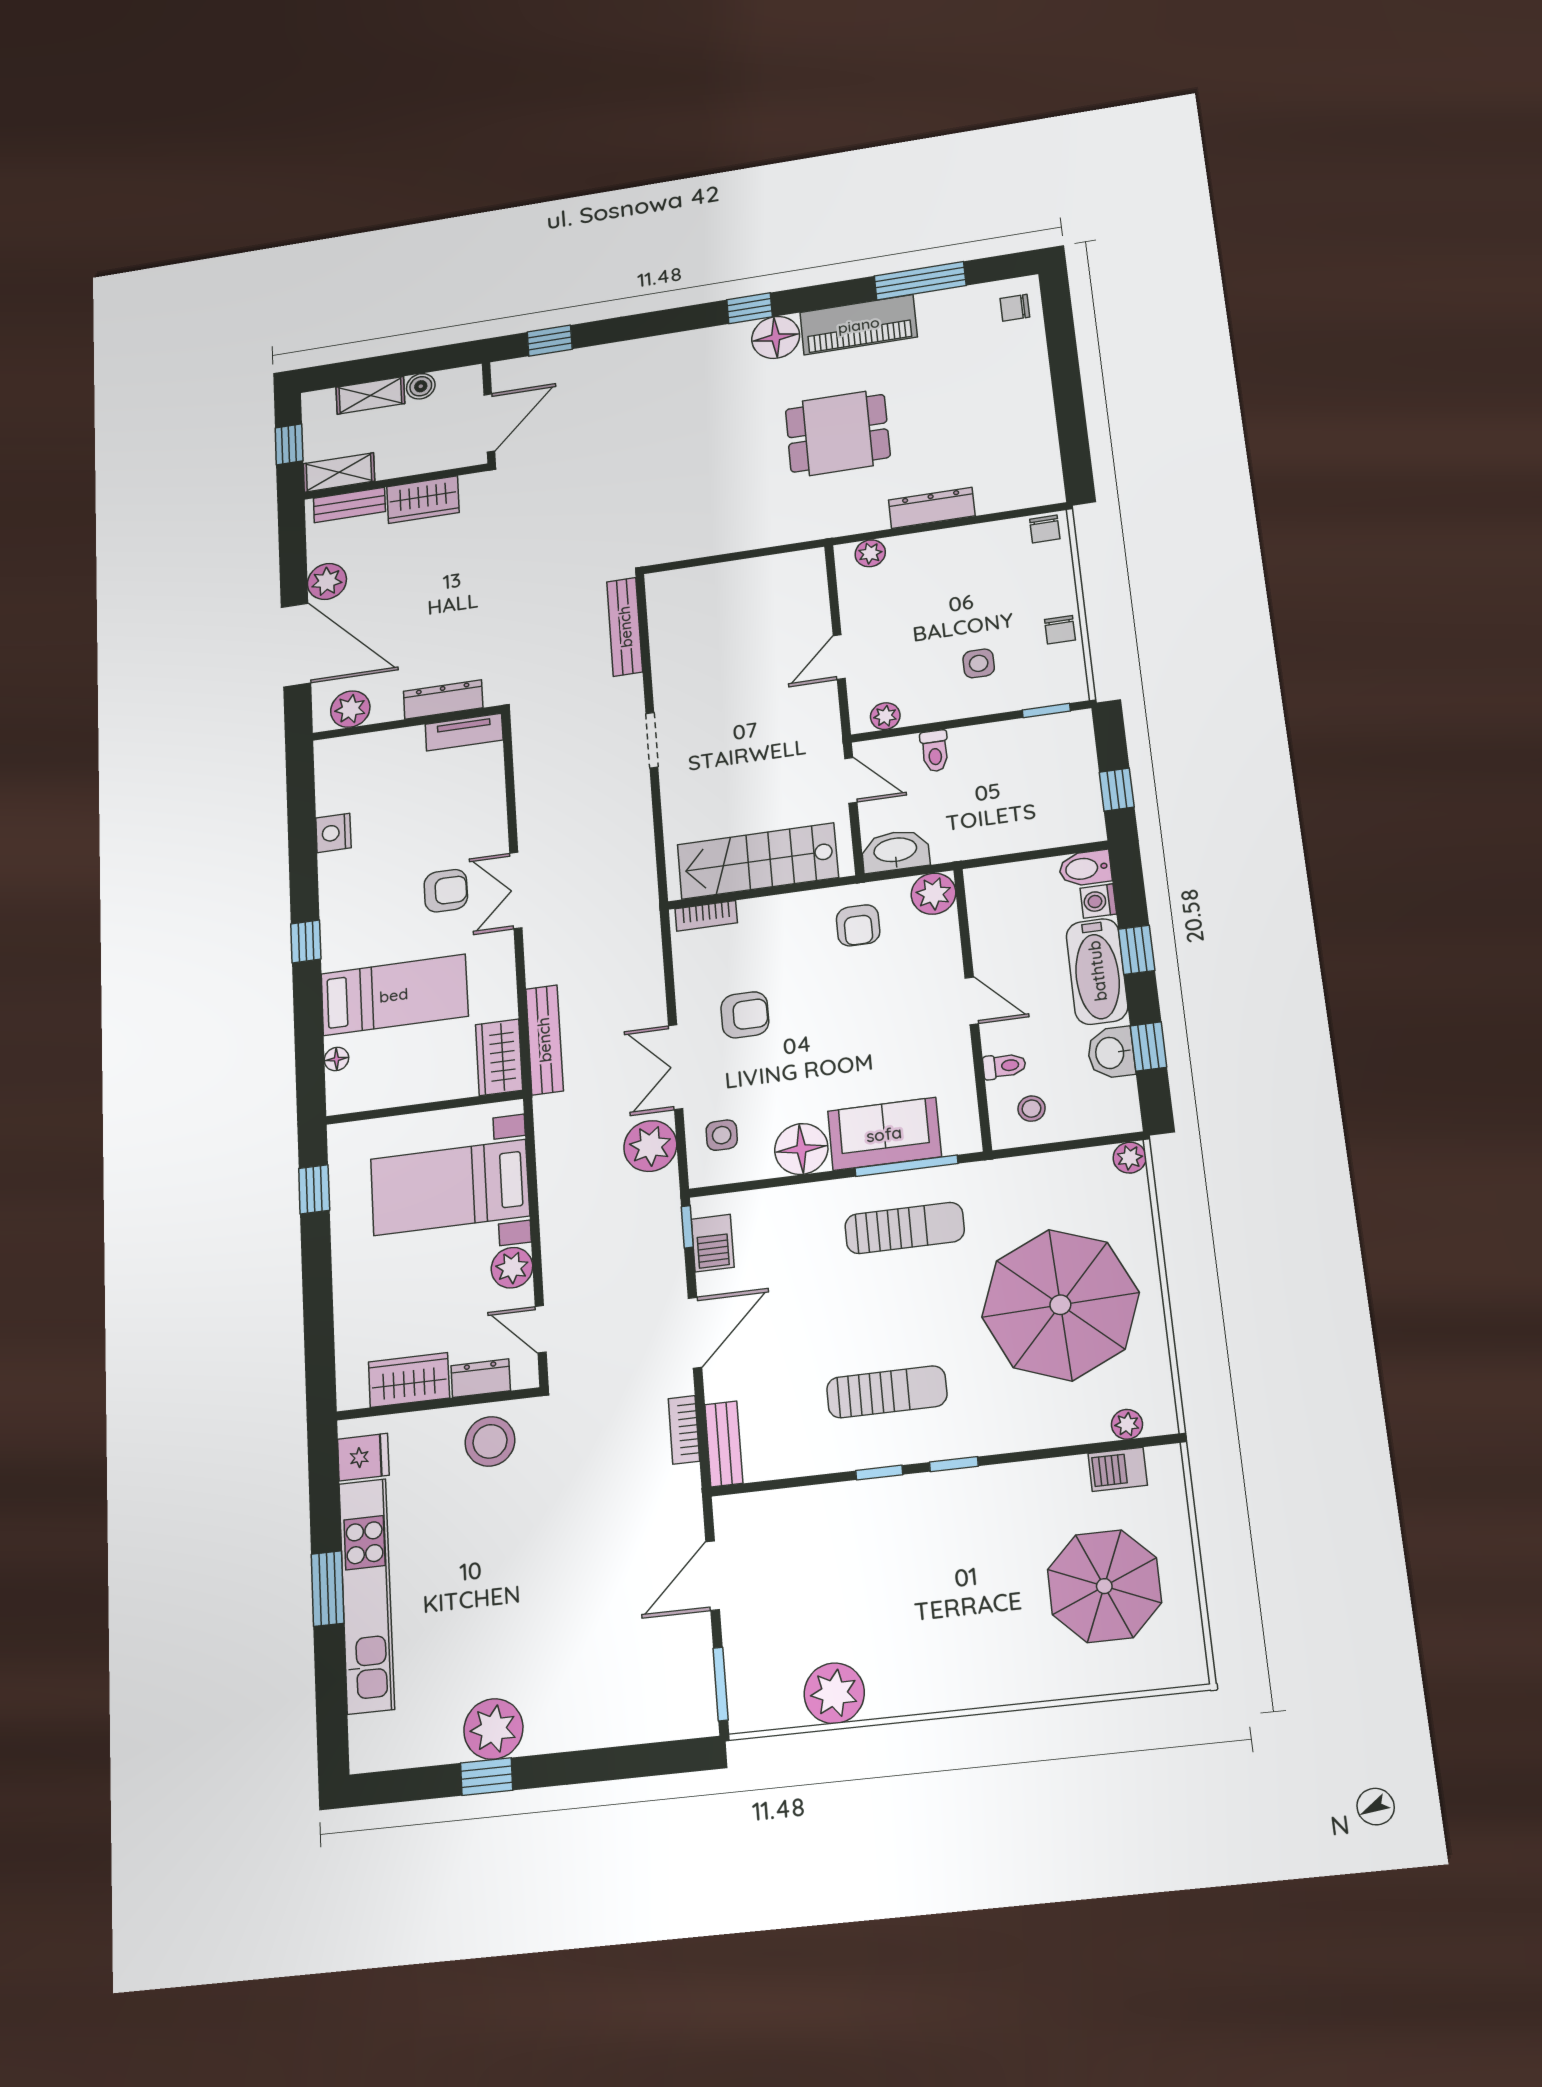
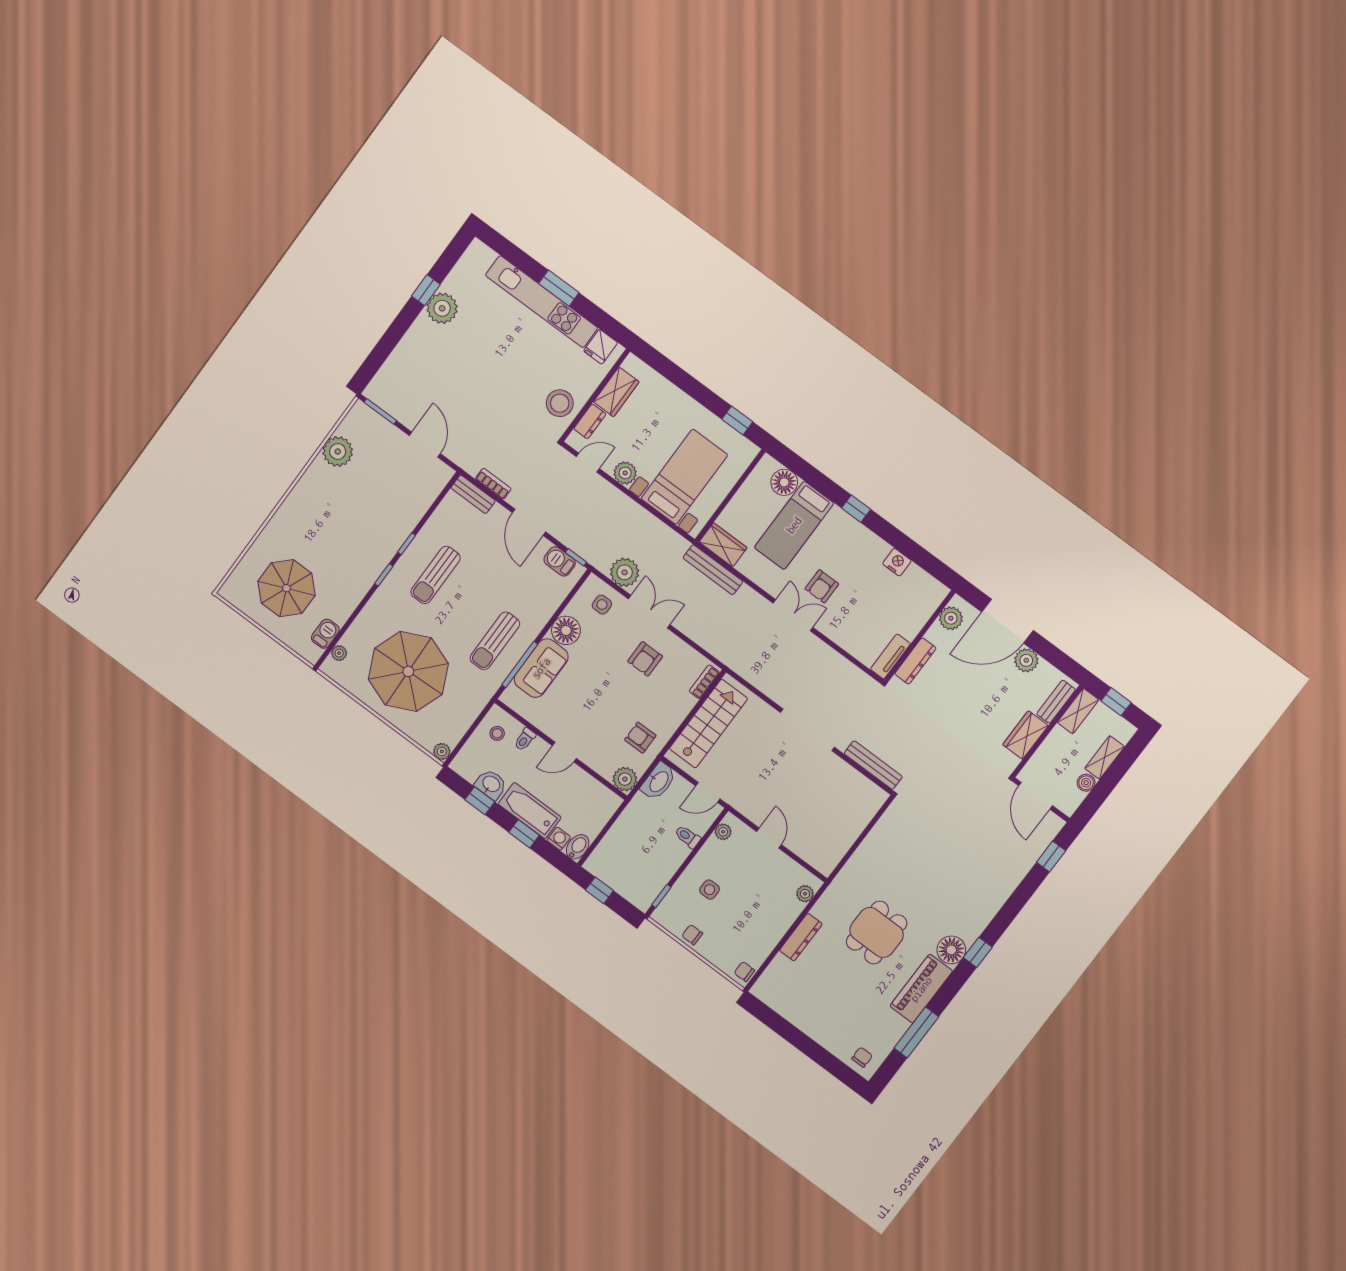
doorway: (652, 740) -> (807, 730), width x1.88
floor lamp: (336, 1059) -> (784, 482), width x1.89, depth x1.89

